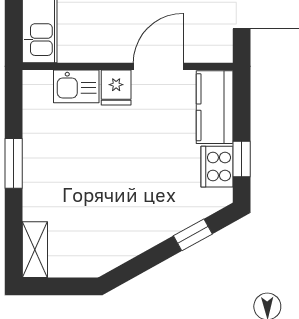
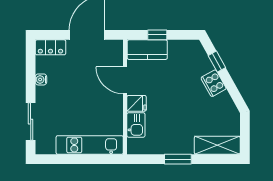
window: (242, 159) -> (157, 35), moved
cooker: (217, 167) -> (214, 83), moved, turned 61
shelving: (35, 250) -> (217, 145), width x1.50, depth x1.33

